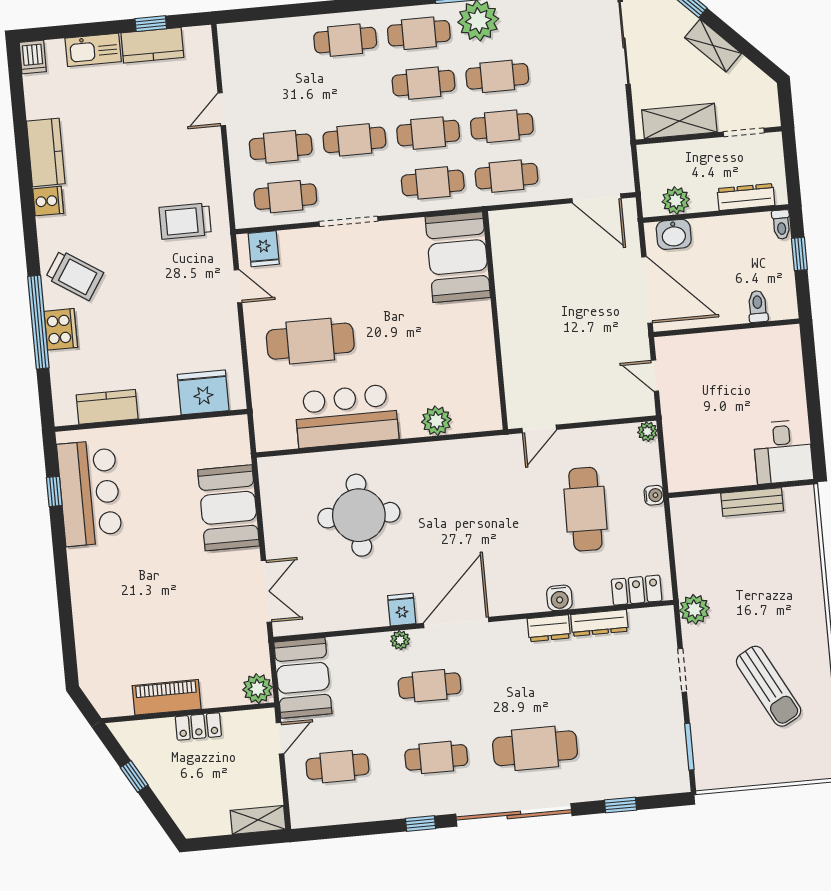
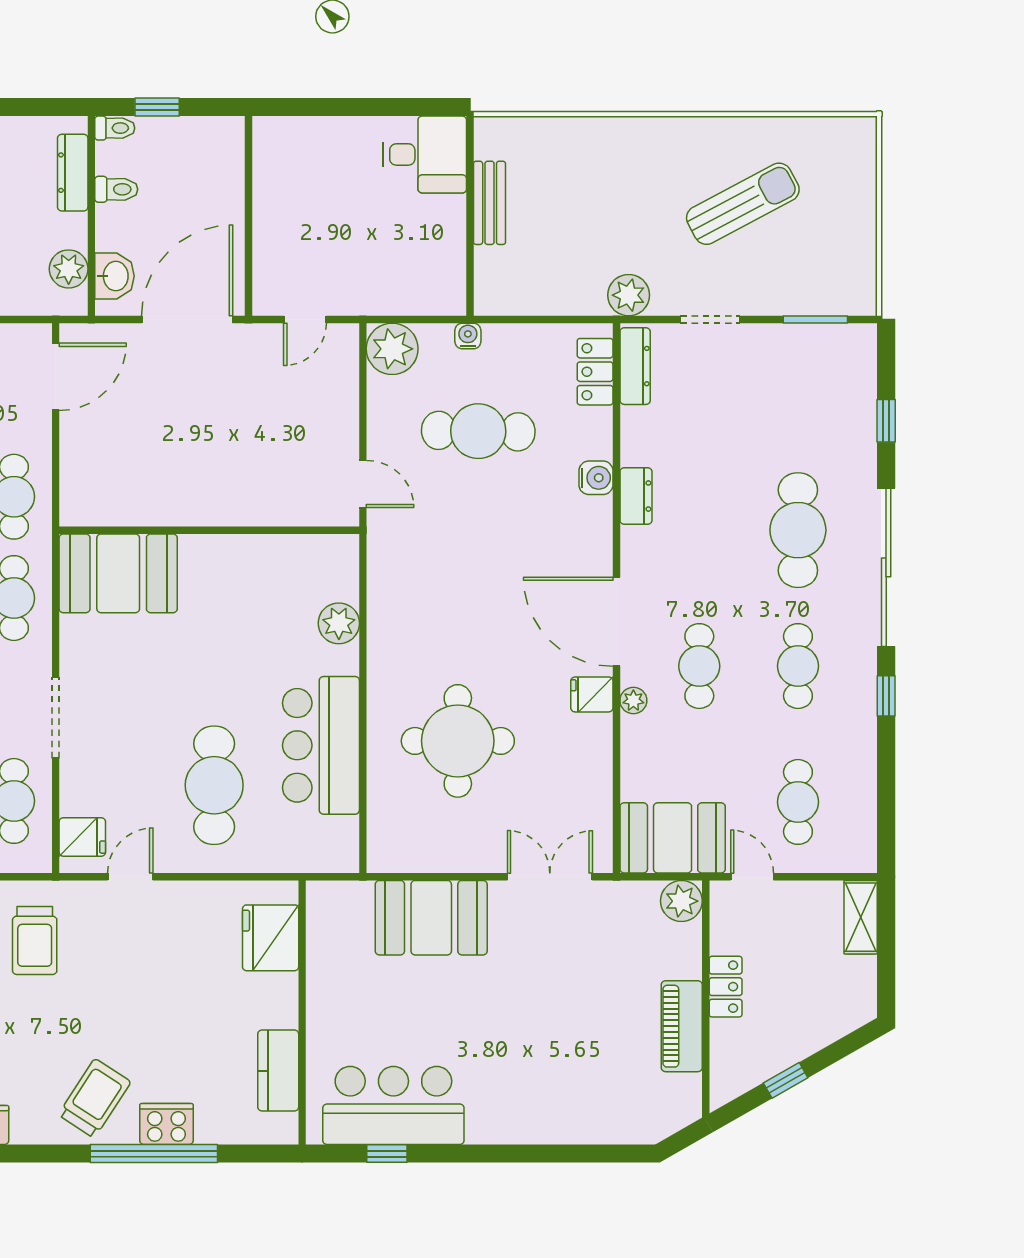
toilet: (758, 307) -> (116, 189), moved, turned 180
plant: (647, 432) -> (392, 349), width x1.87, depth x1.87
dresser: (599, 623) -> (635, 366), moved

